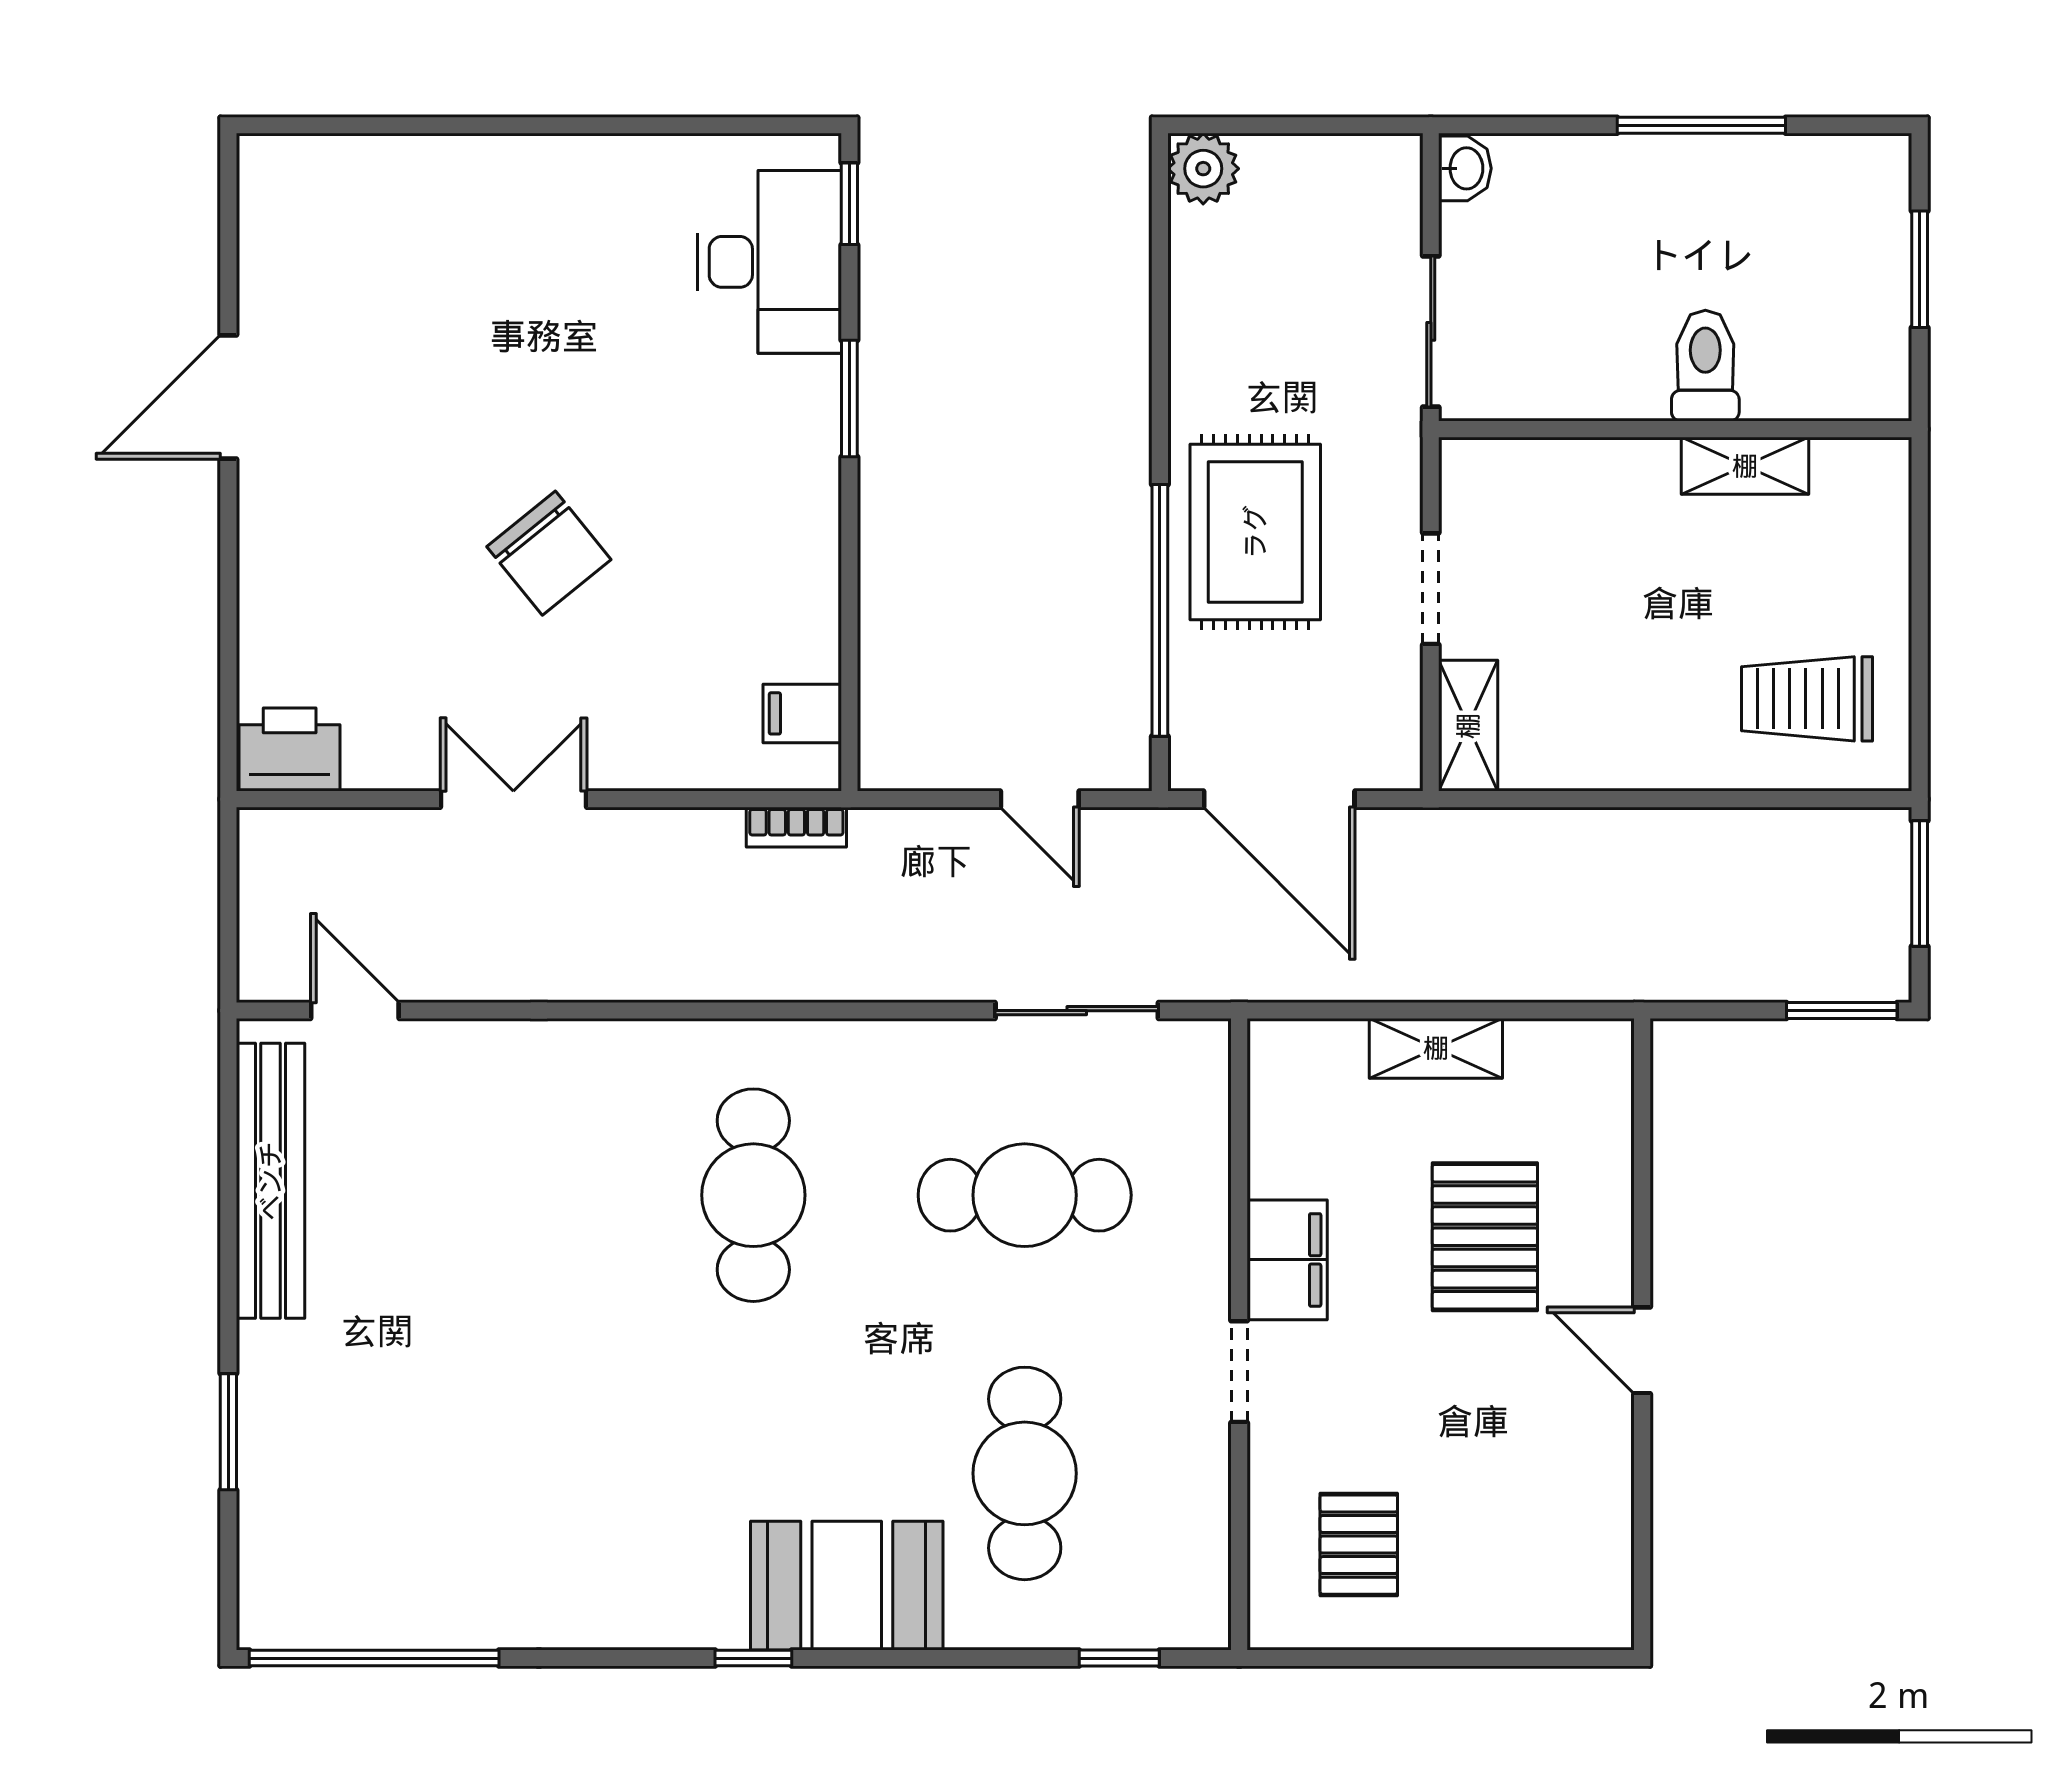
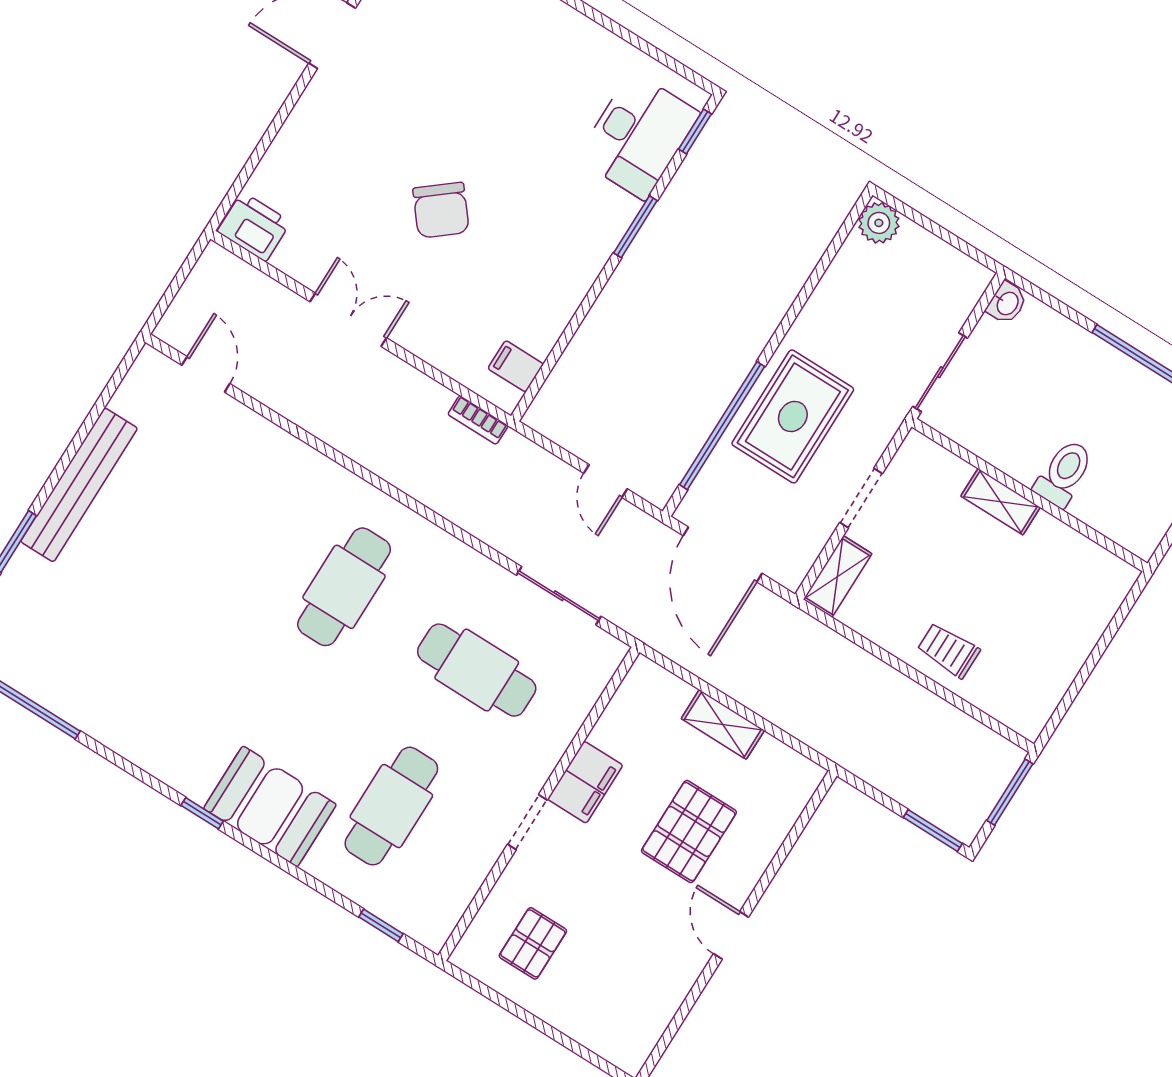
shelving: (1745, 466) -> (1001, 502), moved
trolley: (1807, 699) -> (949, 650), moved, width x0.73, depth x0.72
bench: (270, 1181) -> (79, 485), moved

